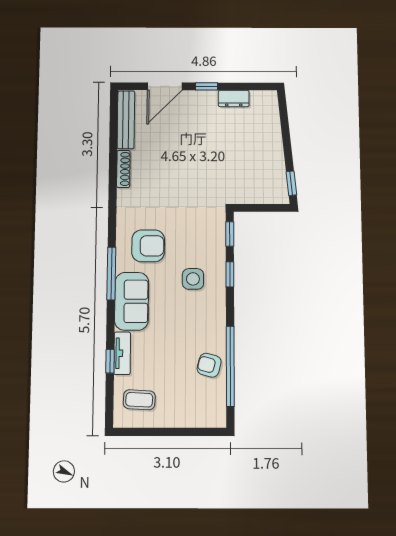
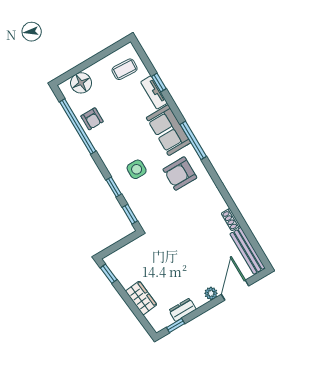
window: (206, 86) -> (176, 325), moved
plant: (193, 98) -> (211, 293), added
wardrobe: (271, 137) -> (141, 298), added
shoe rack: (123, 169) -> (231, 220), width x0.70
armchair: (209, 365) -> (92, 119), turned 75
floor lamp: (197, 414) -> (81, 83), added

